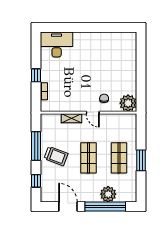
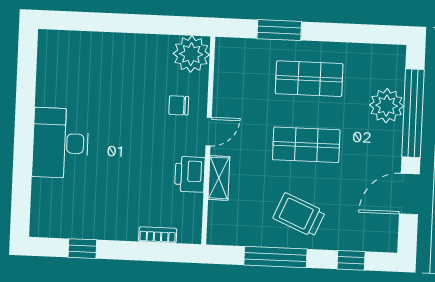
desk: (57, 44) -> (60, 143), moved
window: (36, 75) -> (82, 249), moved
printer: (73, 105) -> (190, 174), added
trolley: (56, 156) -> (299, 215), turned -88
window: (141, 160) -> (279, 30), moved

